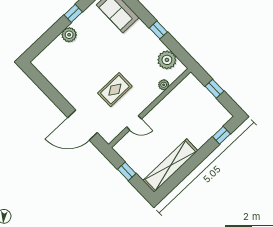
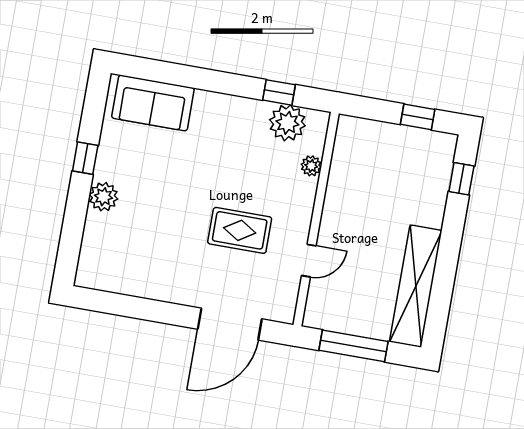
window: (158, 30) -> (279, 92), moved
window: (214, 89) -> (418, 117), moved
rug: (115, 90) -> (240, 230), turned 90
window: (127, 171) -> (353, 346), width x2.17

